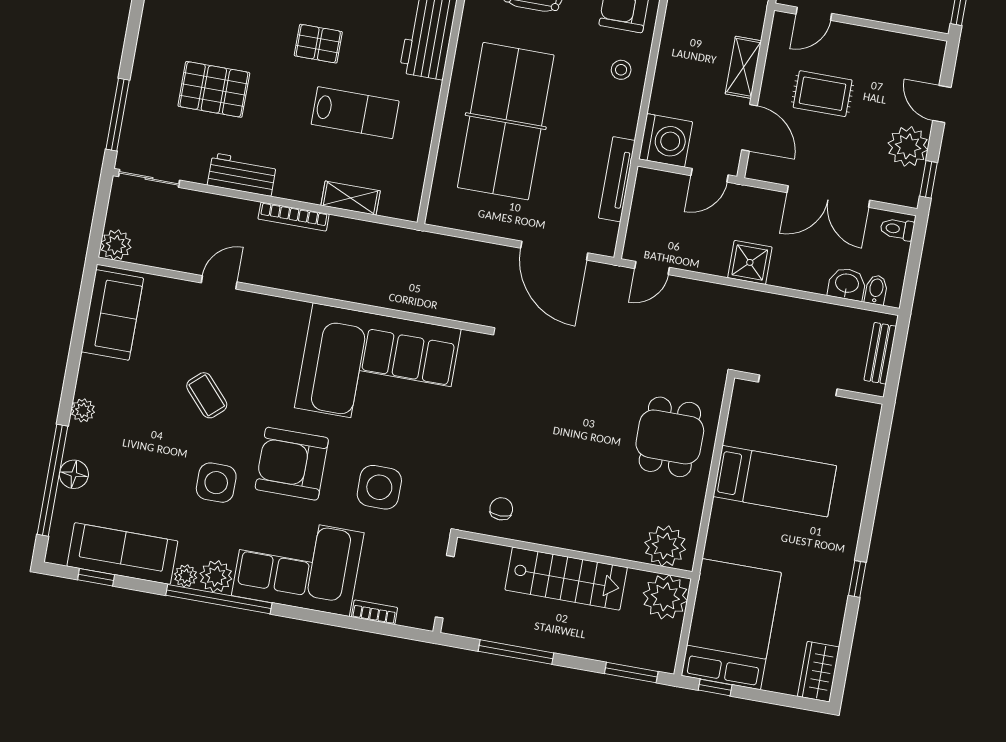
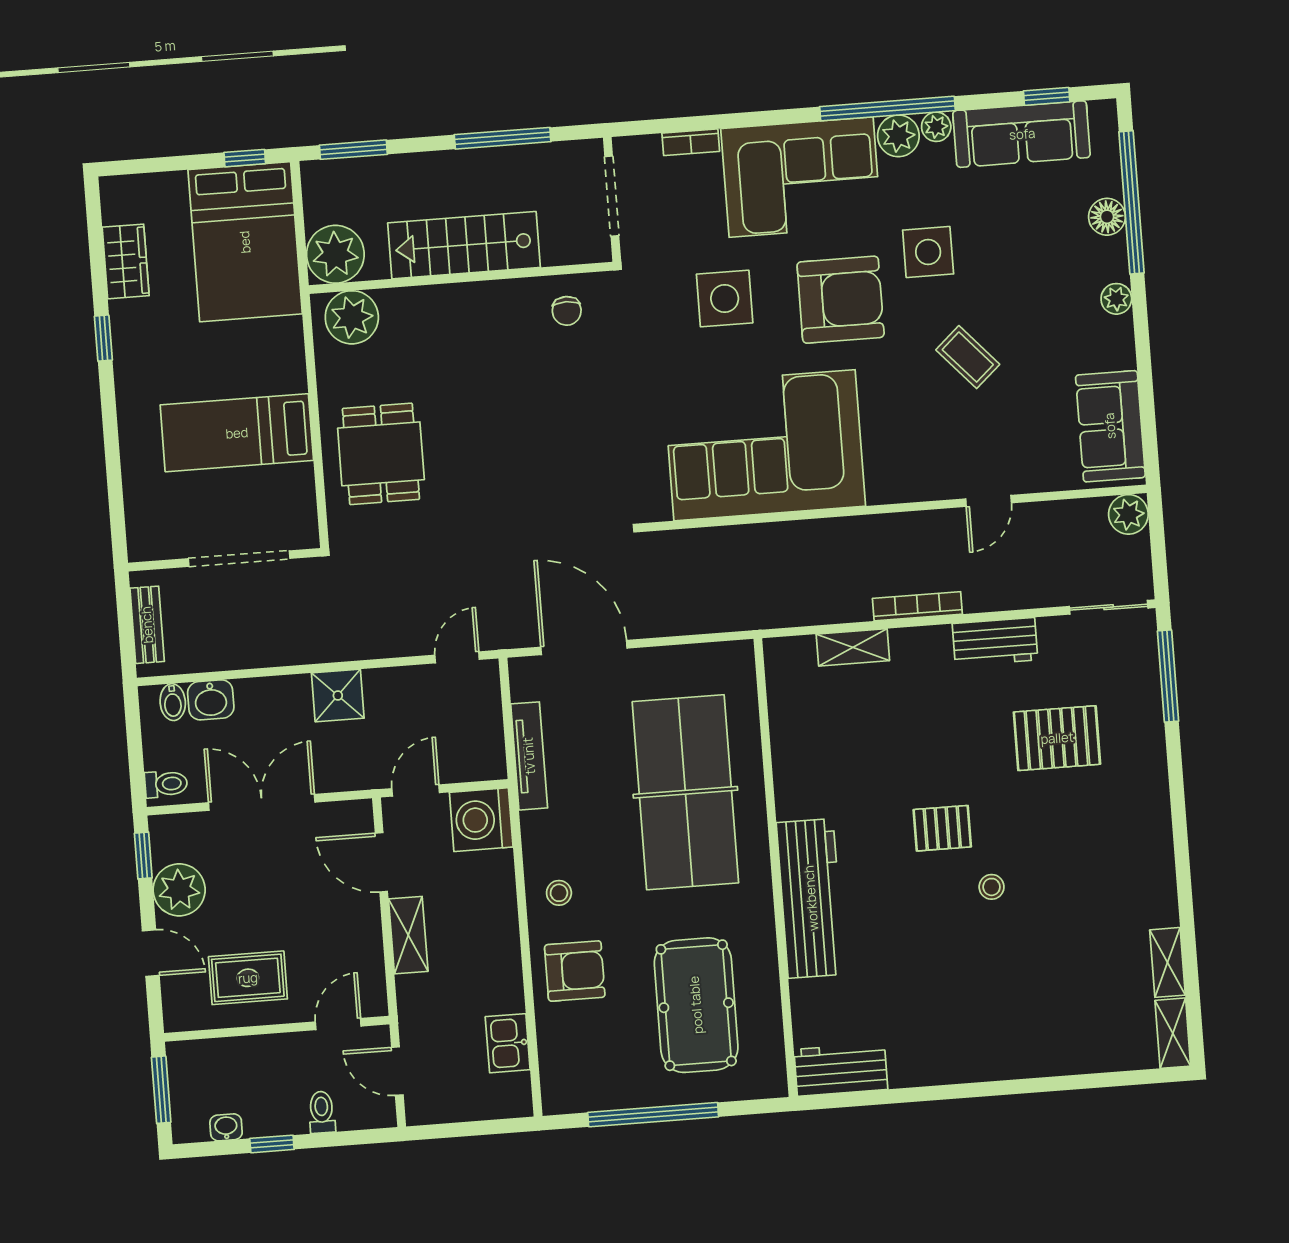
rug: (823, 94) -> (248, 978), moved
lab bench: (355, 113) -> (875, 755), removed
wardrobe: (818, 672) -> (126, 261), moved

